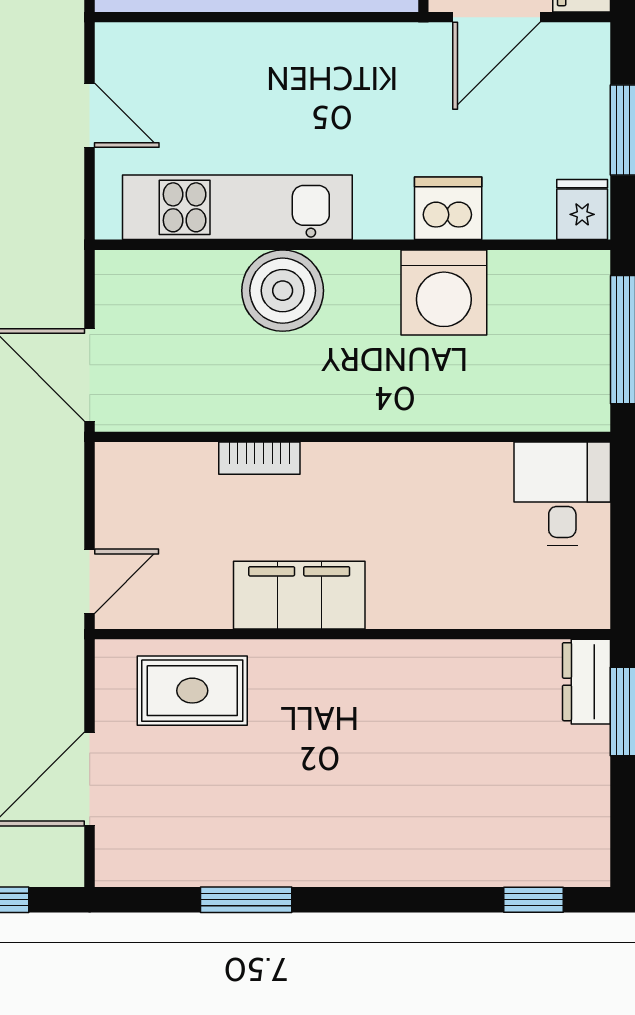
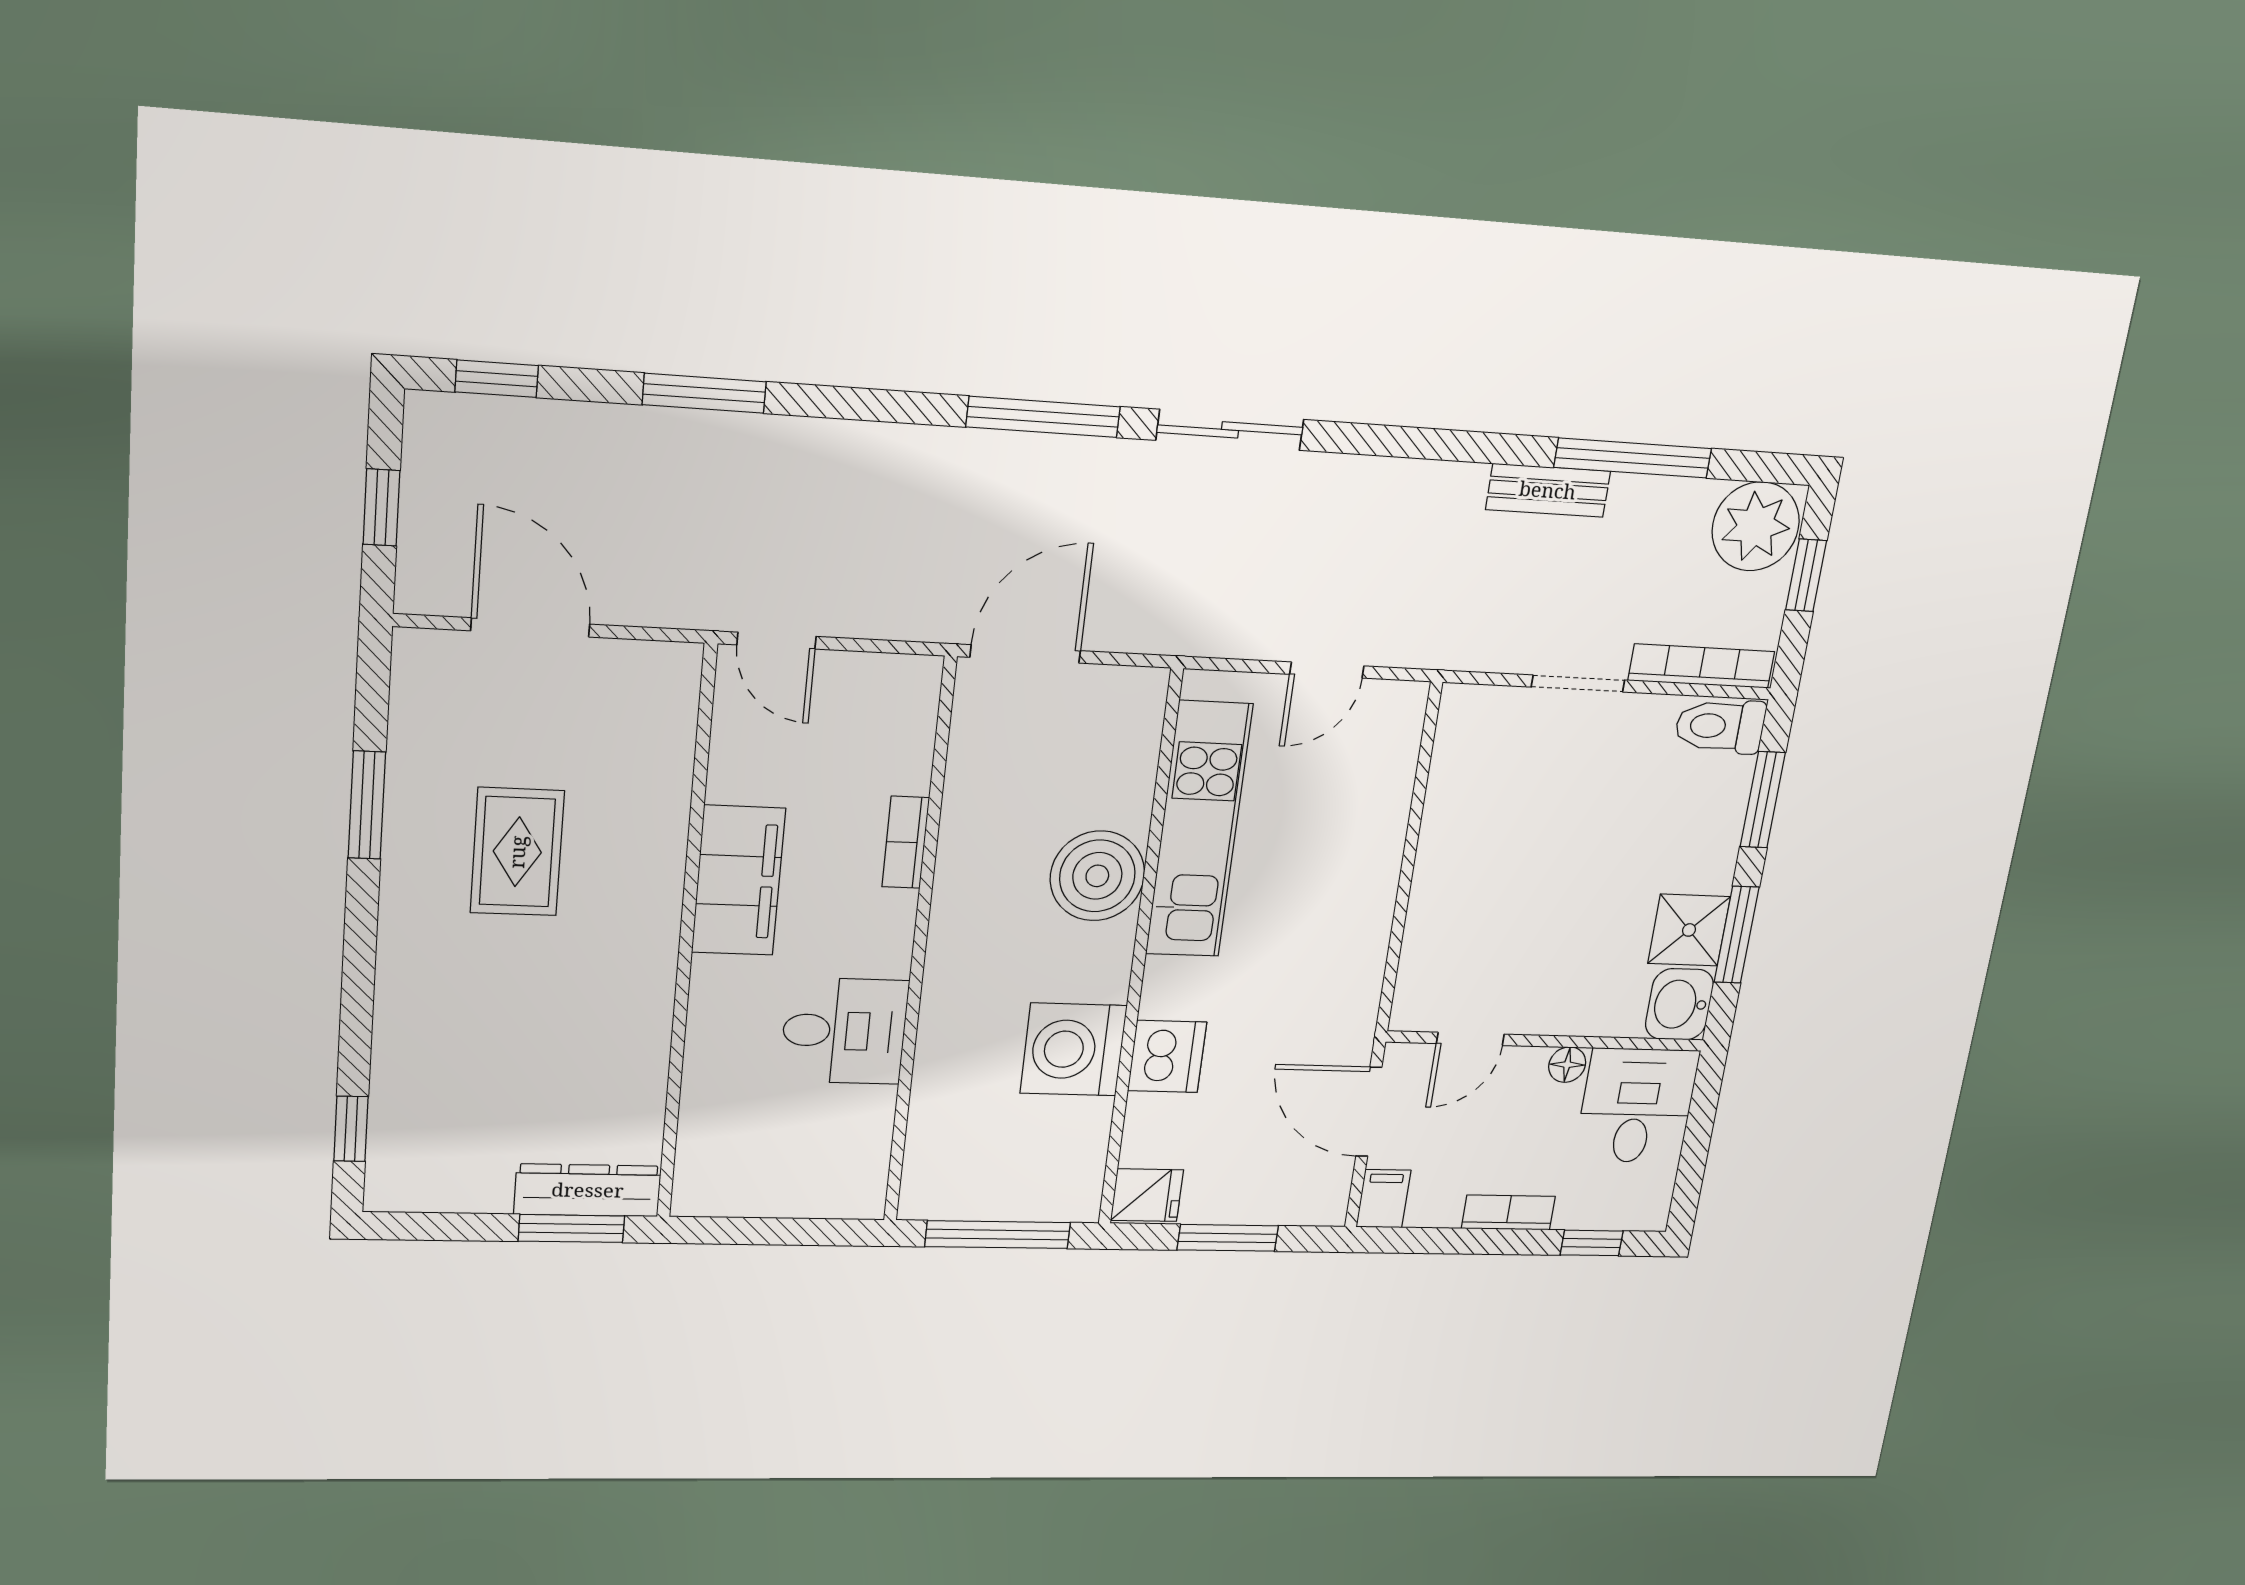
desk: (562, 494) -> (844, 1031), moved
dresser: (587, 682) -> (588, 1190), width x1.44
rug: (192, 691) -> (517, 852), moved

